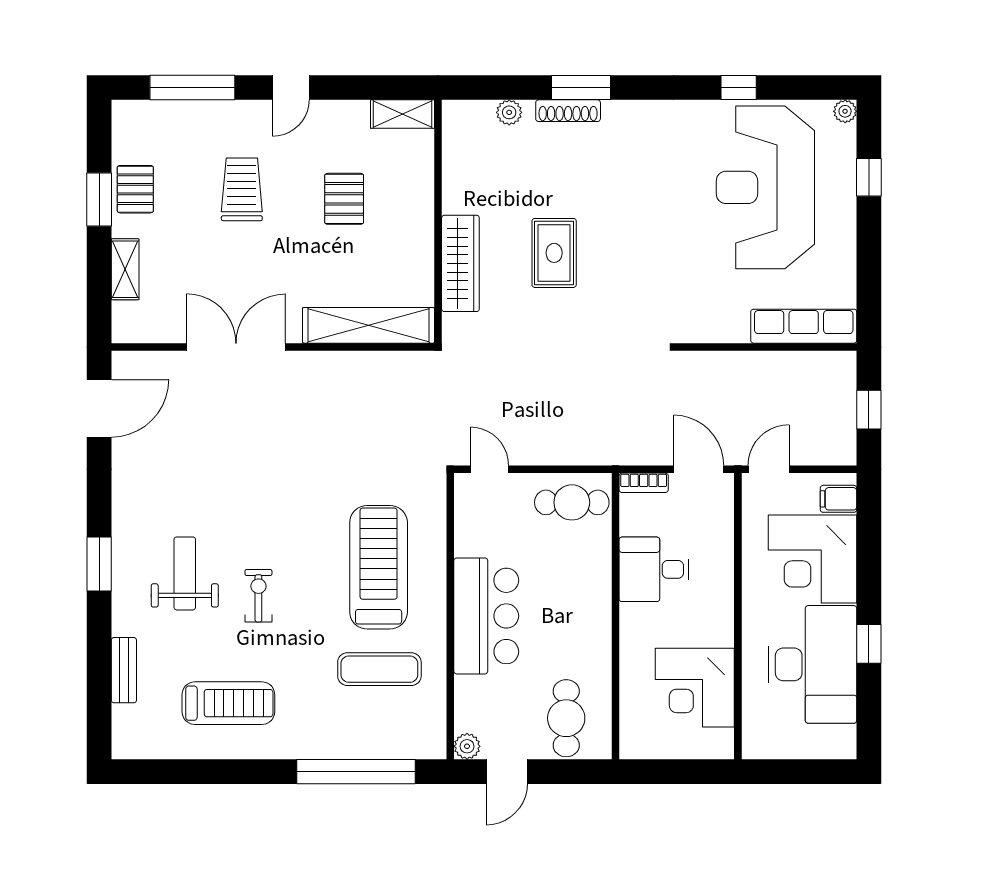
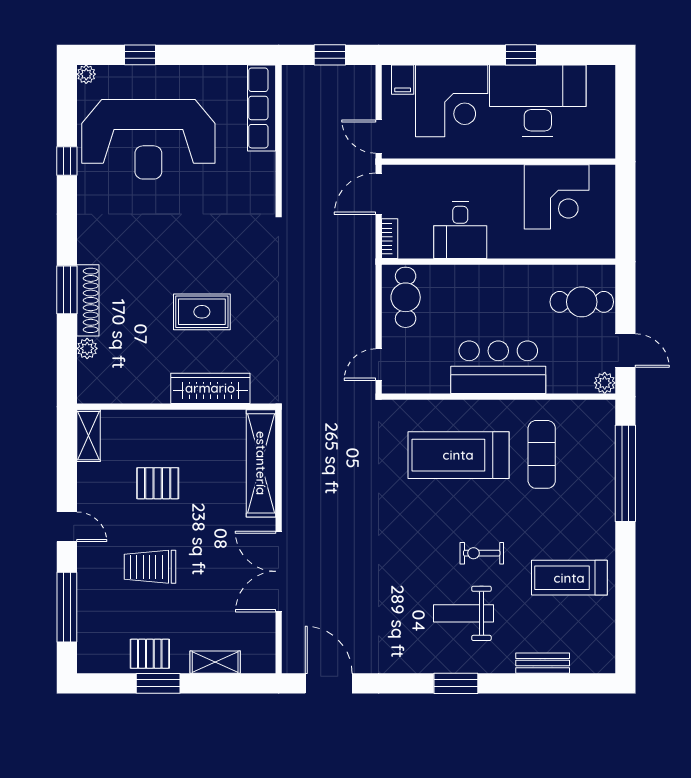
shoe rack: (568, 111) -> (88, 300), width x1.36, depth x1.24
treadmill: (228, 703) -> (569, 578), turned -90

